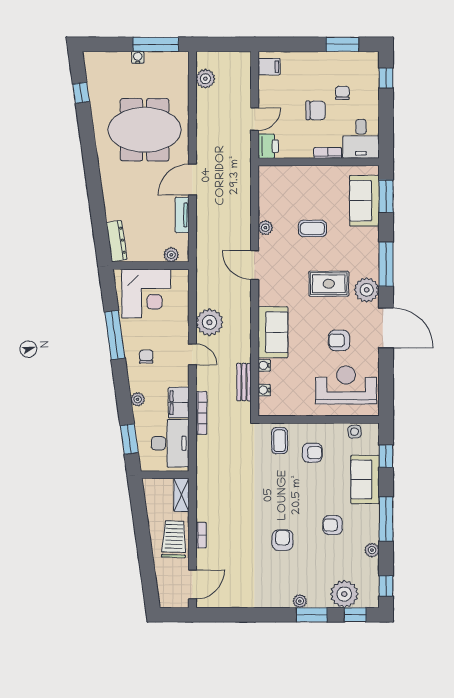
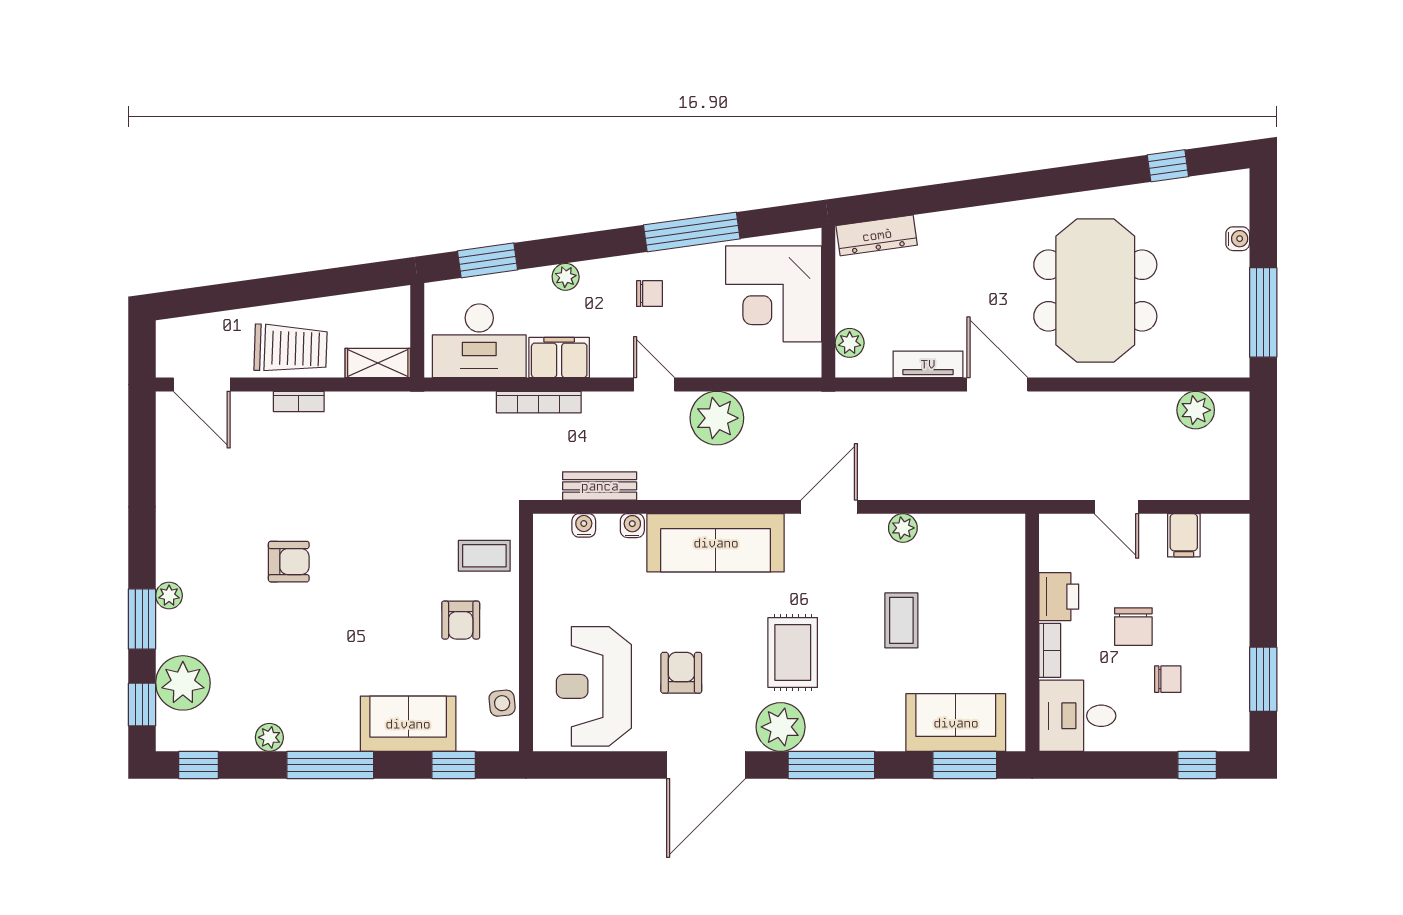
water cooler: (138, 57) -> (1238, 239), moved
filing cabinet: (269, 67) -> (1184, 535), moved
printer: (268, 146) -> (1059, 597), moved, turned -90
sofa: (273, 332) -> (716, 543), width x1.36
door: (192, 354) -> (654, 384), swing flipped
reception desk: (346, 385) -> (594, 686), turned 180
armchair: (333, 525) -> (318, 660), removed

